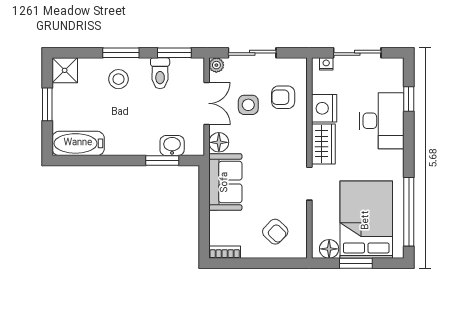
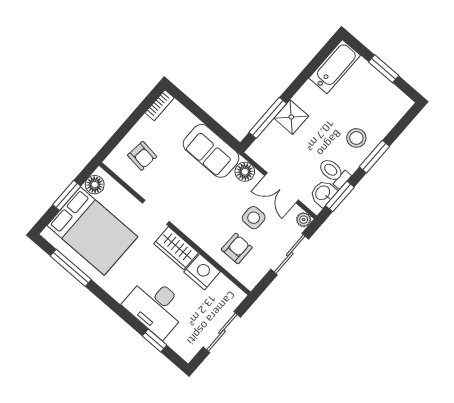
nightstand: (326, 64) -> (234, 302), removed
shower: (65, 70) -> (291, 117), moved
washbasin: (172, 146) -> (323, 193), moved, turned 180
window: (162, 161) -> (268, 118), width x1.44
window: (409, 212) -> (71, 268), width x0.68
armchair: (275, 232) -> (142, 156), turned -127

